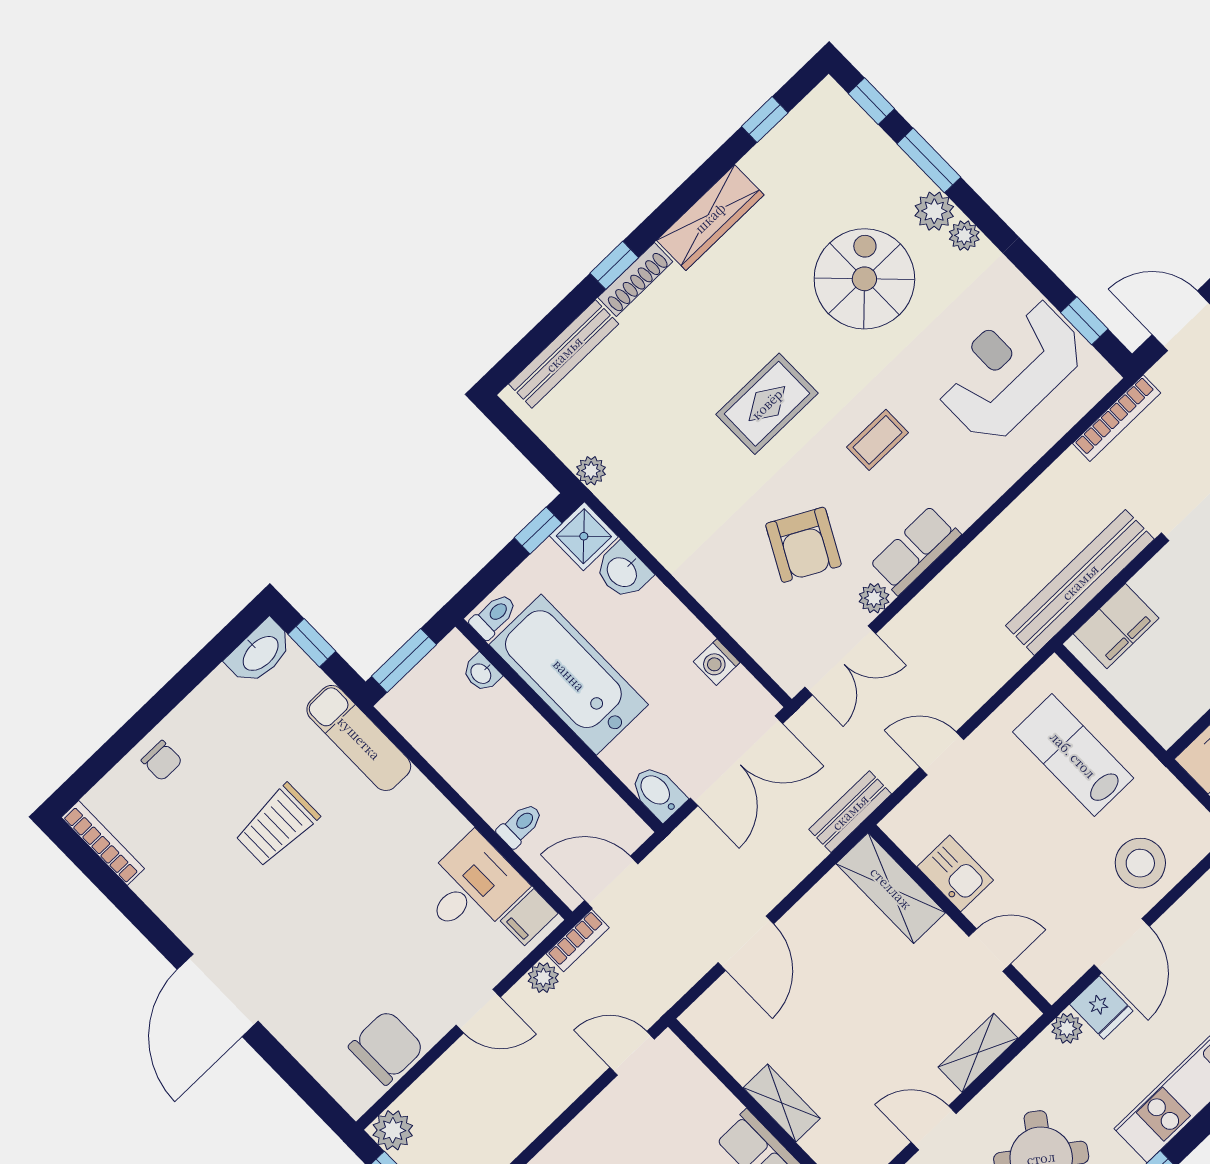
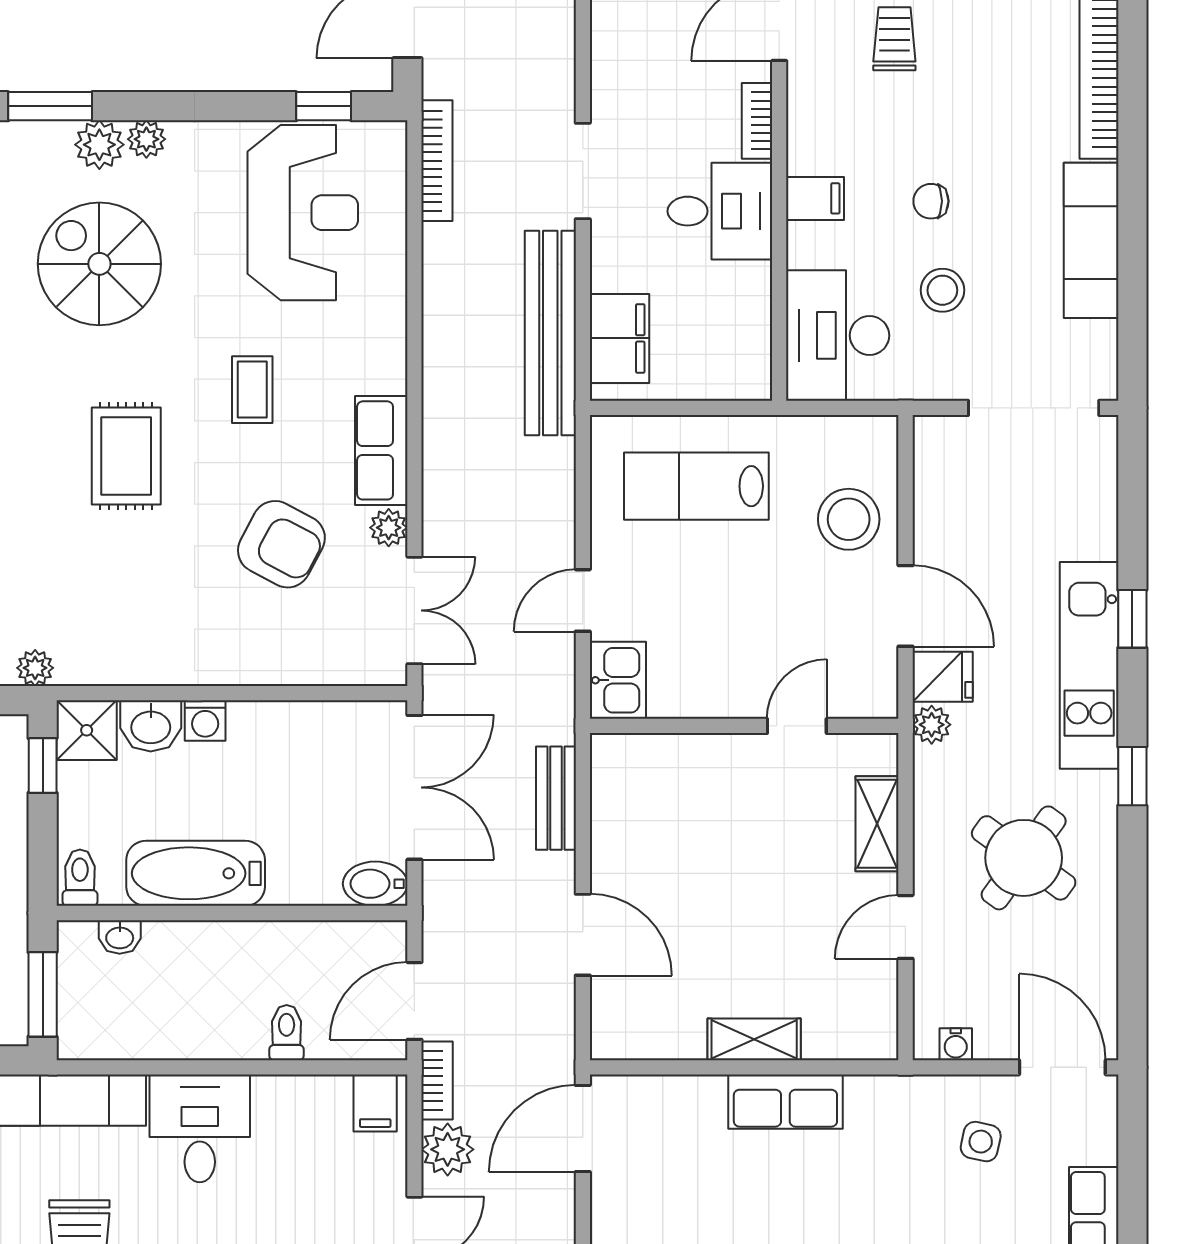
reception desk: (1010, 369) -> (303, 213), turned 180
washing machine: (717, 662) -> (205, 721), moved
bathtub: (569, 675) -> (196, 873), width x0.73, depth x0.73
bench: (850, 812) -> (556, 798), moved
kitchen sink: (955, 873) -> (618, 680), moved, turned 90
desk: (472, 887) -> (200, 1128), moved
shelving: (891, 888) -> (658, 760), removed
plant: (543, 978) -> (448, 1149), width x1.38, depth x1.38
door: (632, 1053) -> (583, 1129), width x1.37

